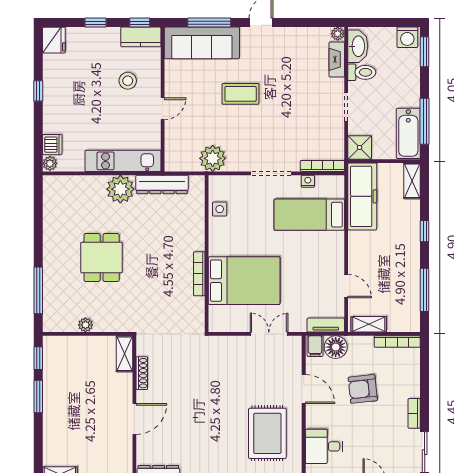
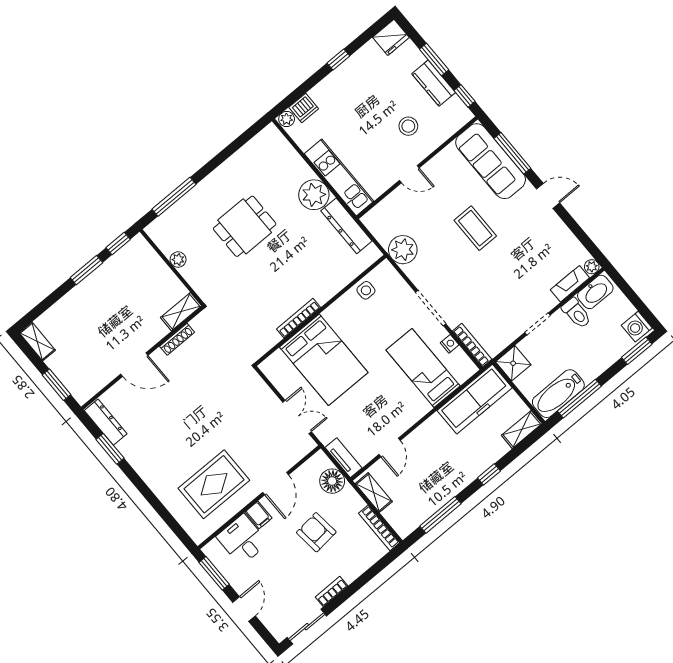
window: (95, 23) -> (434, 59), width x1.50
kitchen counter: (141, 37) -> (434, 83), moved
filing cabinet: (315, 346) -> (258, 515), moved, turned -90

